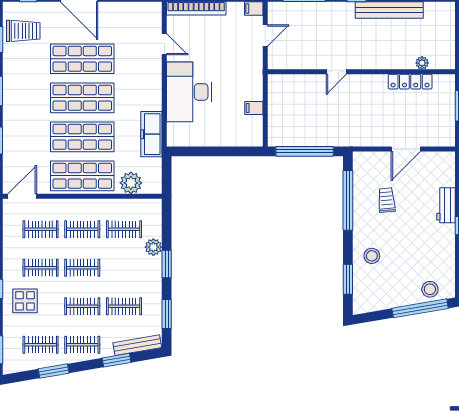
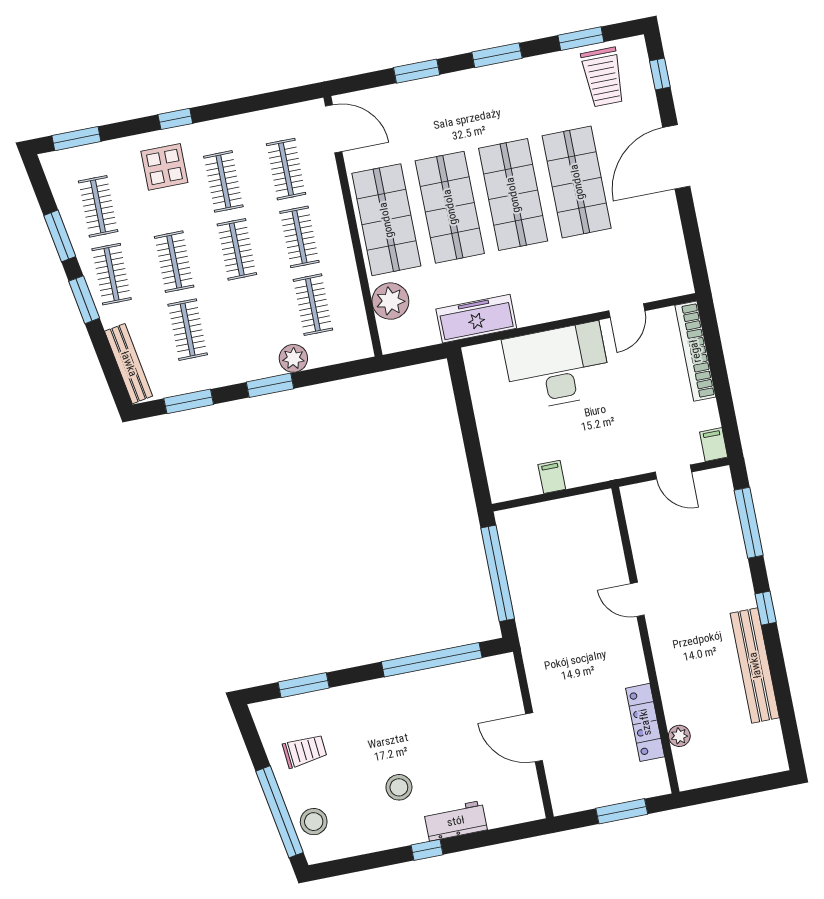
trolley: (387, 200) -> (305, 751), moved
stool: (372, 256) -> (399, 787), moved
window: (117, 360) -> (84, 300), moved

